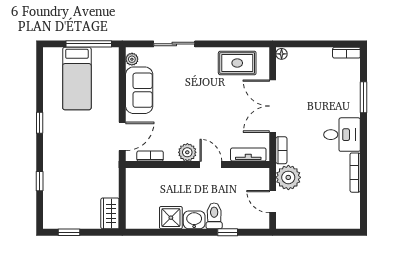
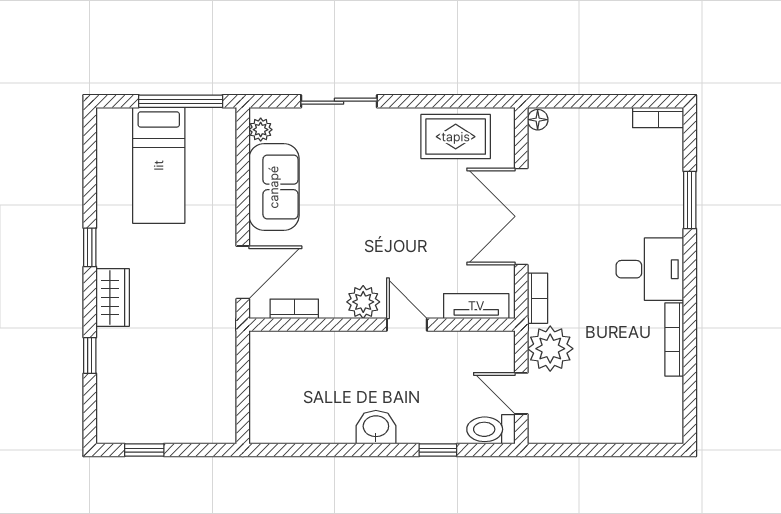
wardrobe: (110, 213) -> (113, 297), moved, turned 180
toilet: (214, 216) -> (491, 429), moved, turned -90
shower: (171, 218) -> (333, 423), removed

